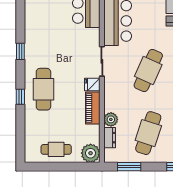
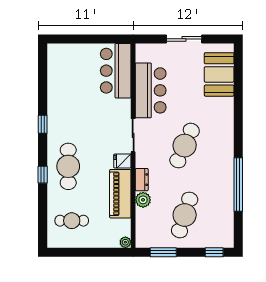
piano: (93, 108) -> (120, 194), width x1.37, depth x1.33
dresser: (110, 138) -> (142, 180), moved
cafe table: (56, 149) -> (72, 221), moved
plant: (91, 153) -> (125, 242), width x0.53, depth x0.53

